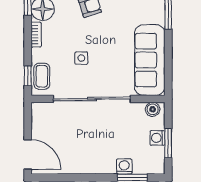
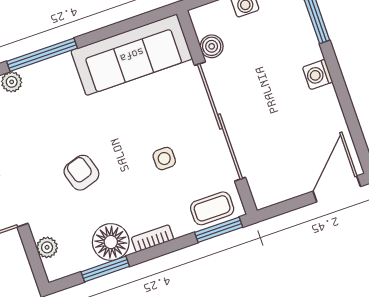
window: (28, 76) -> (219, 230), width x1.50
boiler: (153, 109) -> (212, 46), moved
washing machine: (124, 167) -> (318, 75), moved

